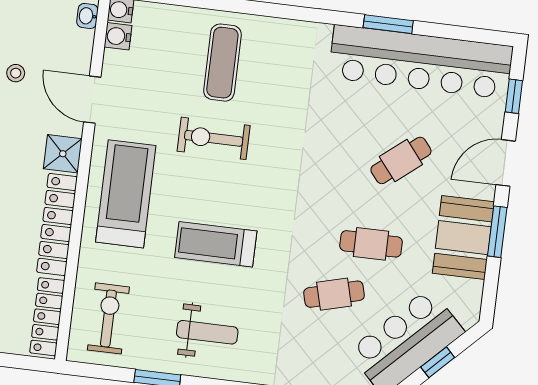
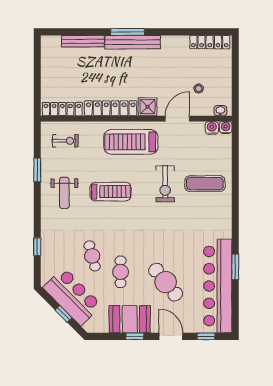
stool: (16, 73) -> (199, 89), moved
exercise bike: (214, 138) -> (165, 184), turned 180
cafe table: (401, 160) -> (166, 282), width x1.37, depth x1.35
treadmill: (126, 194) -> (131, 142), turned 180
window: (497, 232) -> (135, 336), width x0.67
treadmill: (216, 244) -> (110, 192), turned 90
exercise bike: (108, 318) -> (65, 141), width x0.73, depth x0.72

